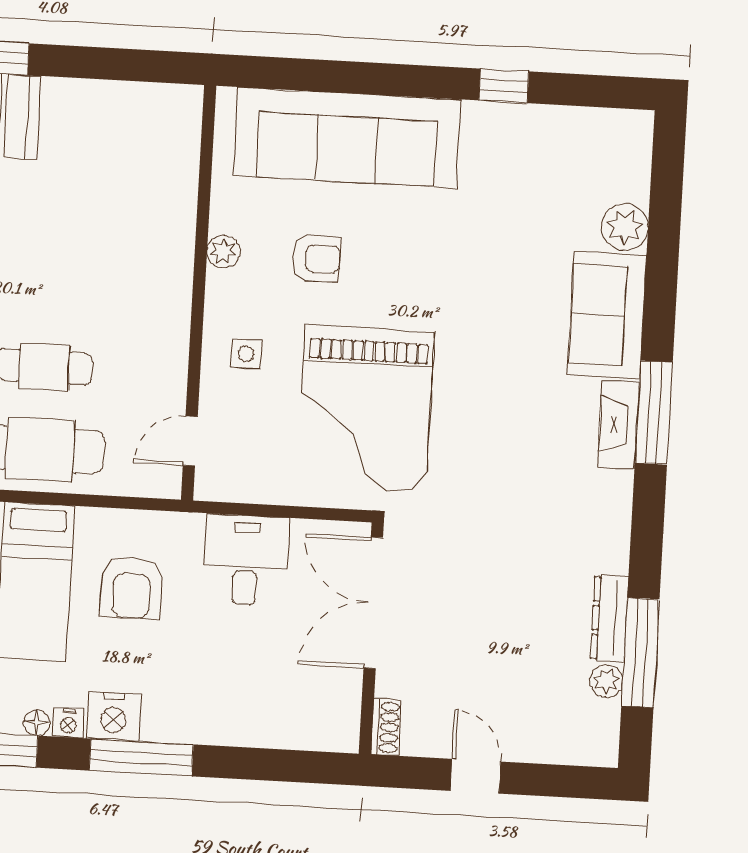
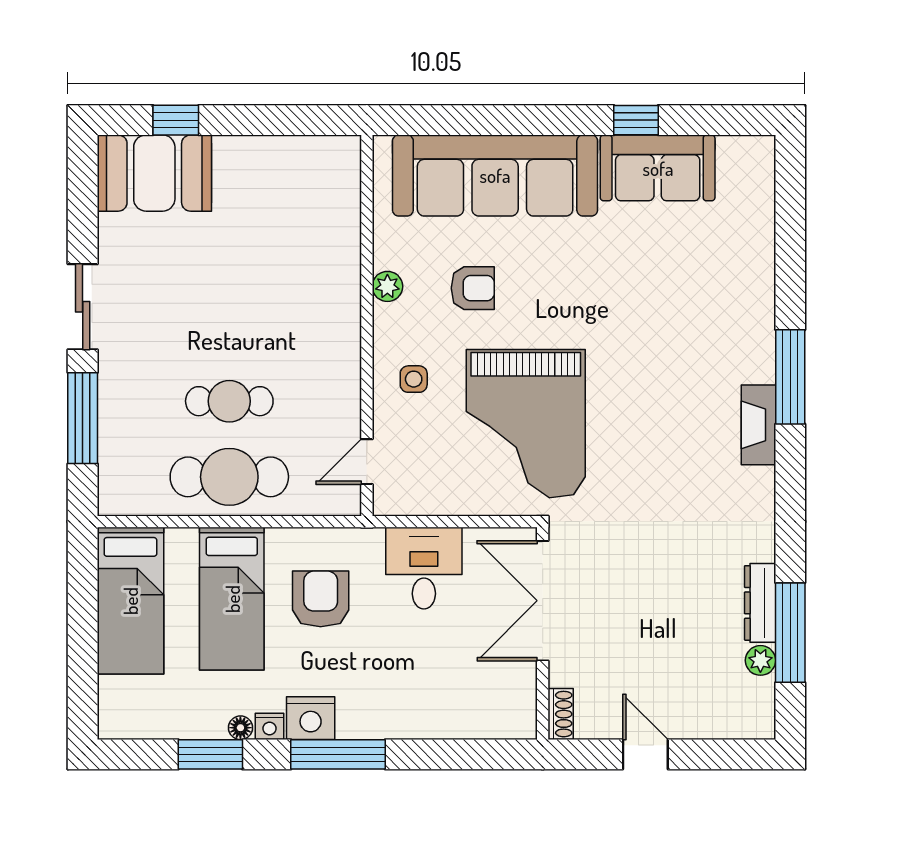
plant: (625, 227) -> (754, 243), removed
sofa: (607, 315) -> (658, 168), moved, turned -90
window: (654, 413) -> (790, 377), moved
armchair: (132, 587) -> (321, 599), turned 180

